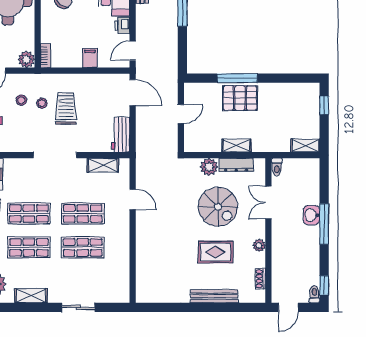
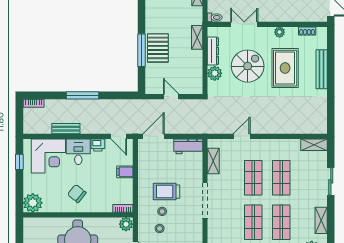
shelving: (237, 146) -> (197, 37), moved
double door: (268, 203) -> (244, 24), swing flipped
rug: (216, 252) -> (285, 68), width x1.36, depth x1.43
shelving: (123, 287) -> (314, 145), added

